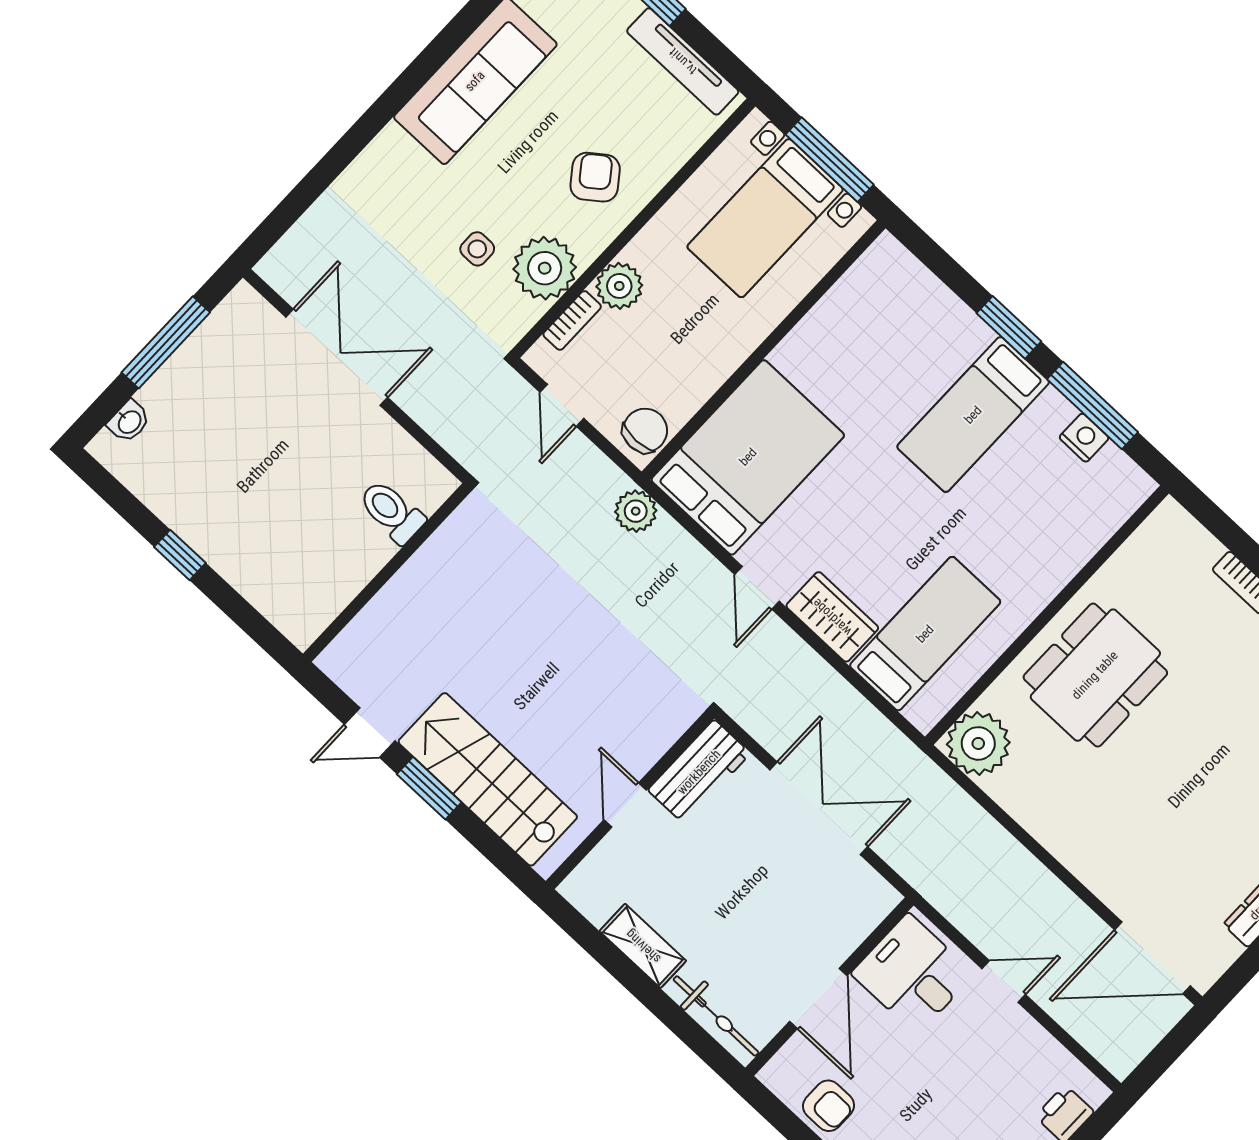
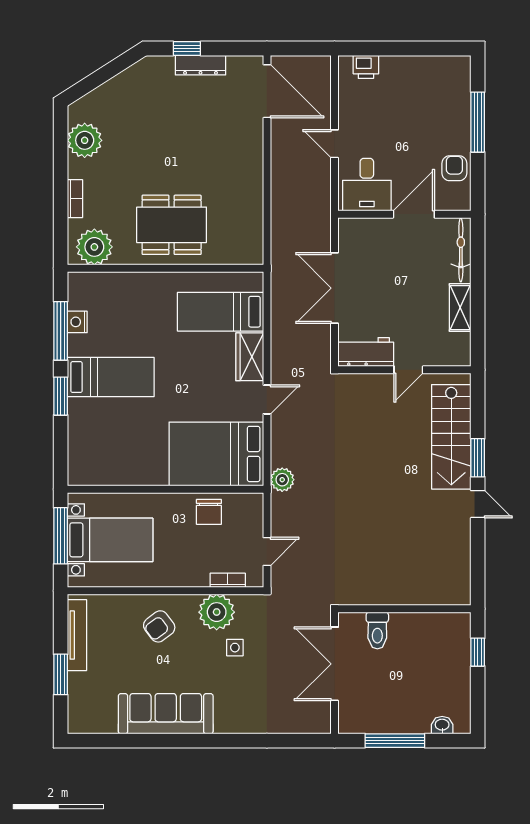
plant: (619, 286) -> (195, 574), removed
chair: (645, 430) -> (209, 512), moved, turned -90
toilet: (392, 512) -> (377, 631), moved
wall: (387, 573) -> (404, 609), moved
plant: (978, 743) -> (94, 247), moved

